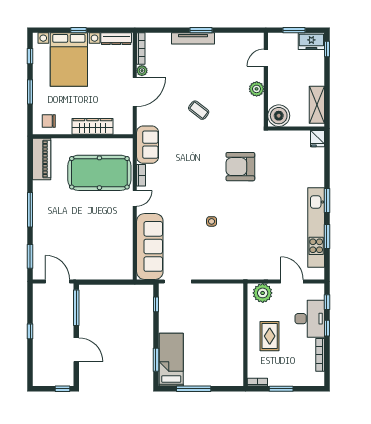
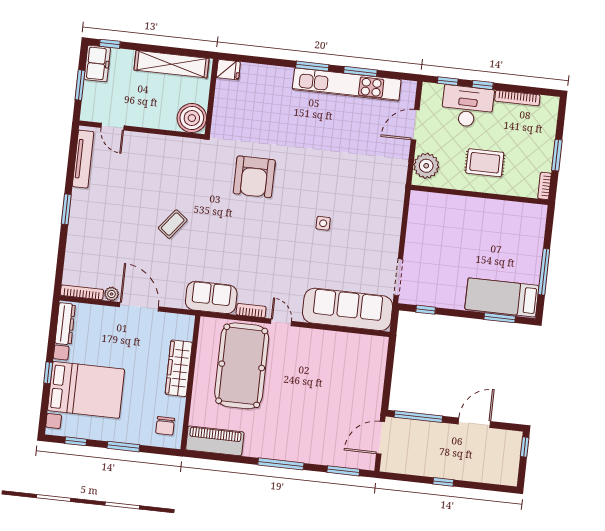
tv unit: (193, 38) -> (83, 159), moved
plant: (257, 89) -> (153, 144), removed
shelving: (317, 105) -> (172, 64), width x1.47

